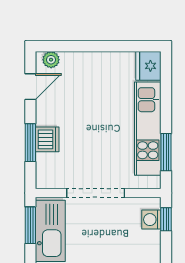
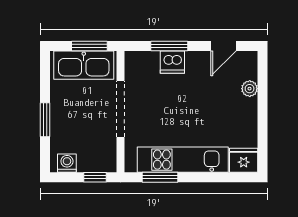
plant: (51, 60) -> (250, 89), moved
door: (30, 87) -> (223, 46), hinge flipped
washing machine: (151, 220) -> (67, 163), moved

